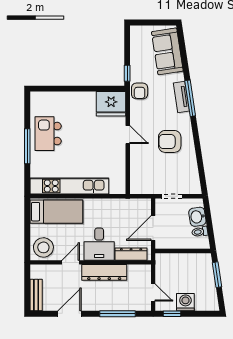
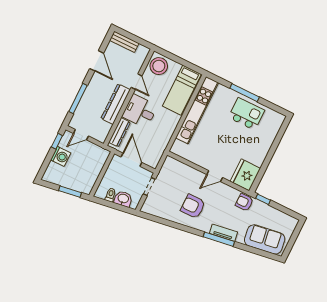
armchair: (170, 141) -> (193, 206), turned -90

